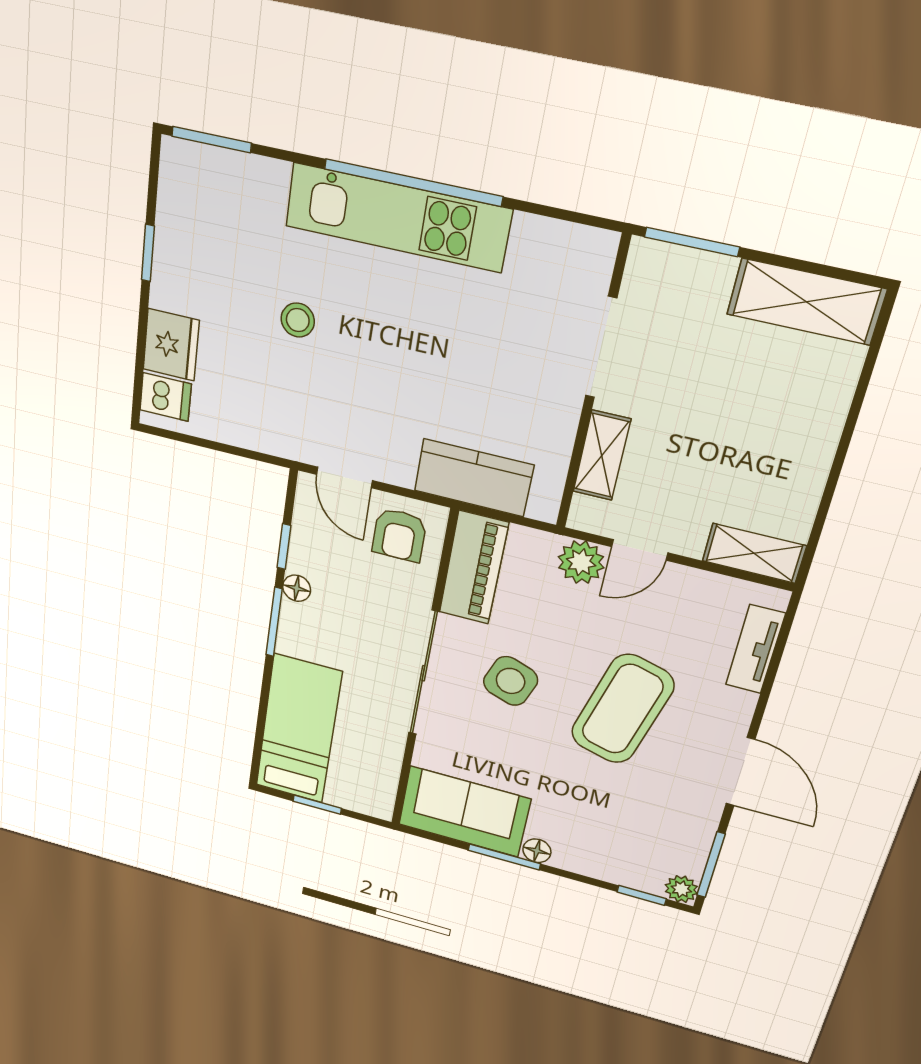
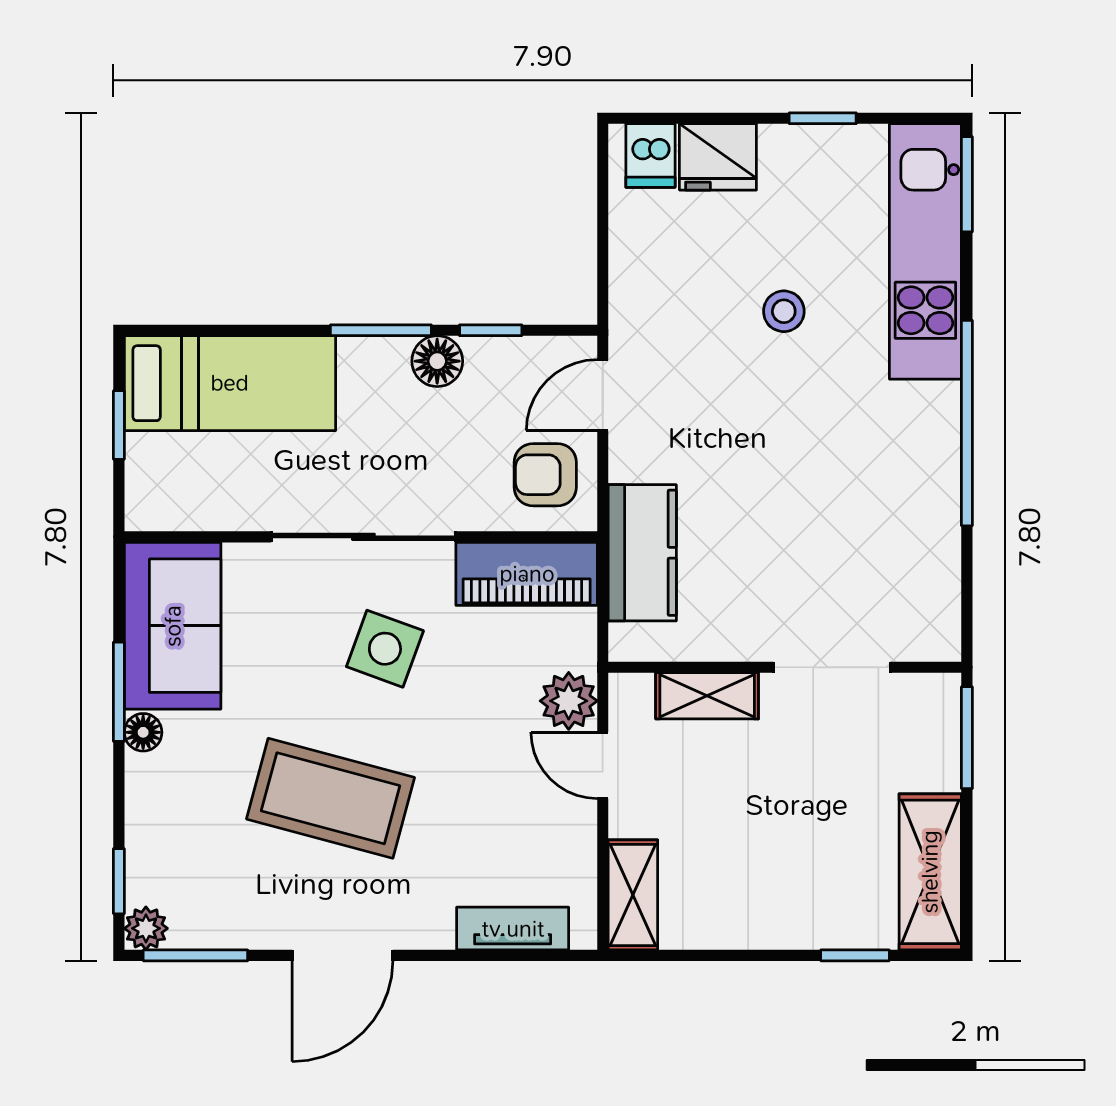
kitchen unit: (397, 218) -> (925, 251), moved
window: (863, 385) -> (855, 955), added
floor lamp: (297, 588) -> (437, 361), width x1.37, depth x1.37
coffee table: (622, 709) -> (331, 798), moved

